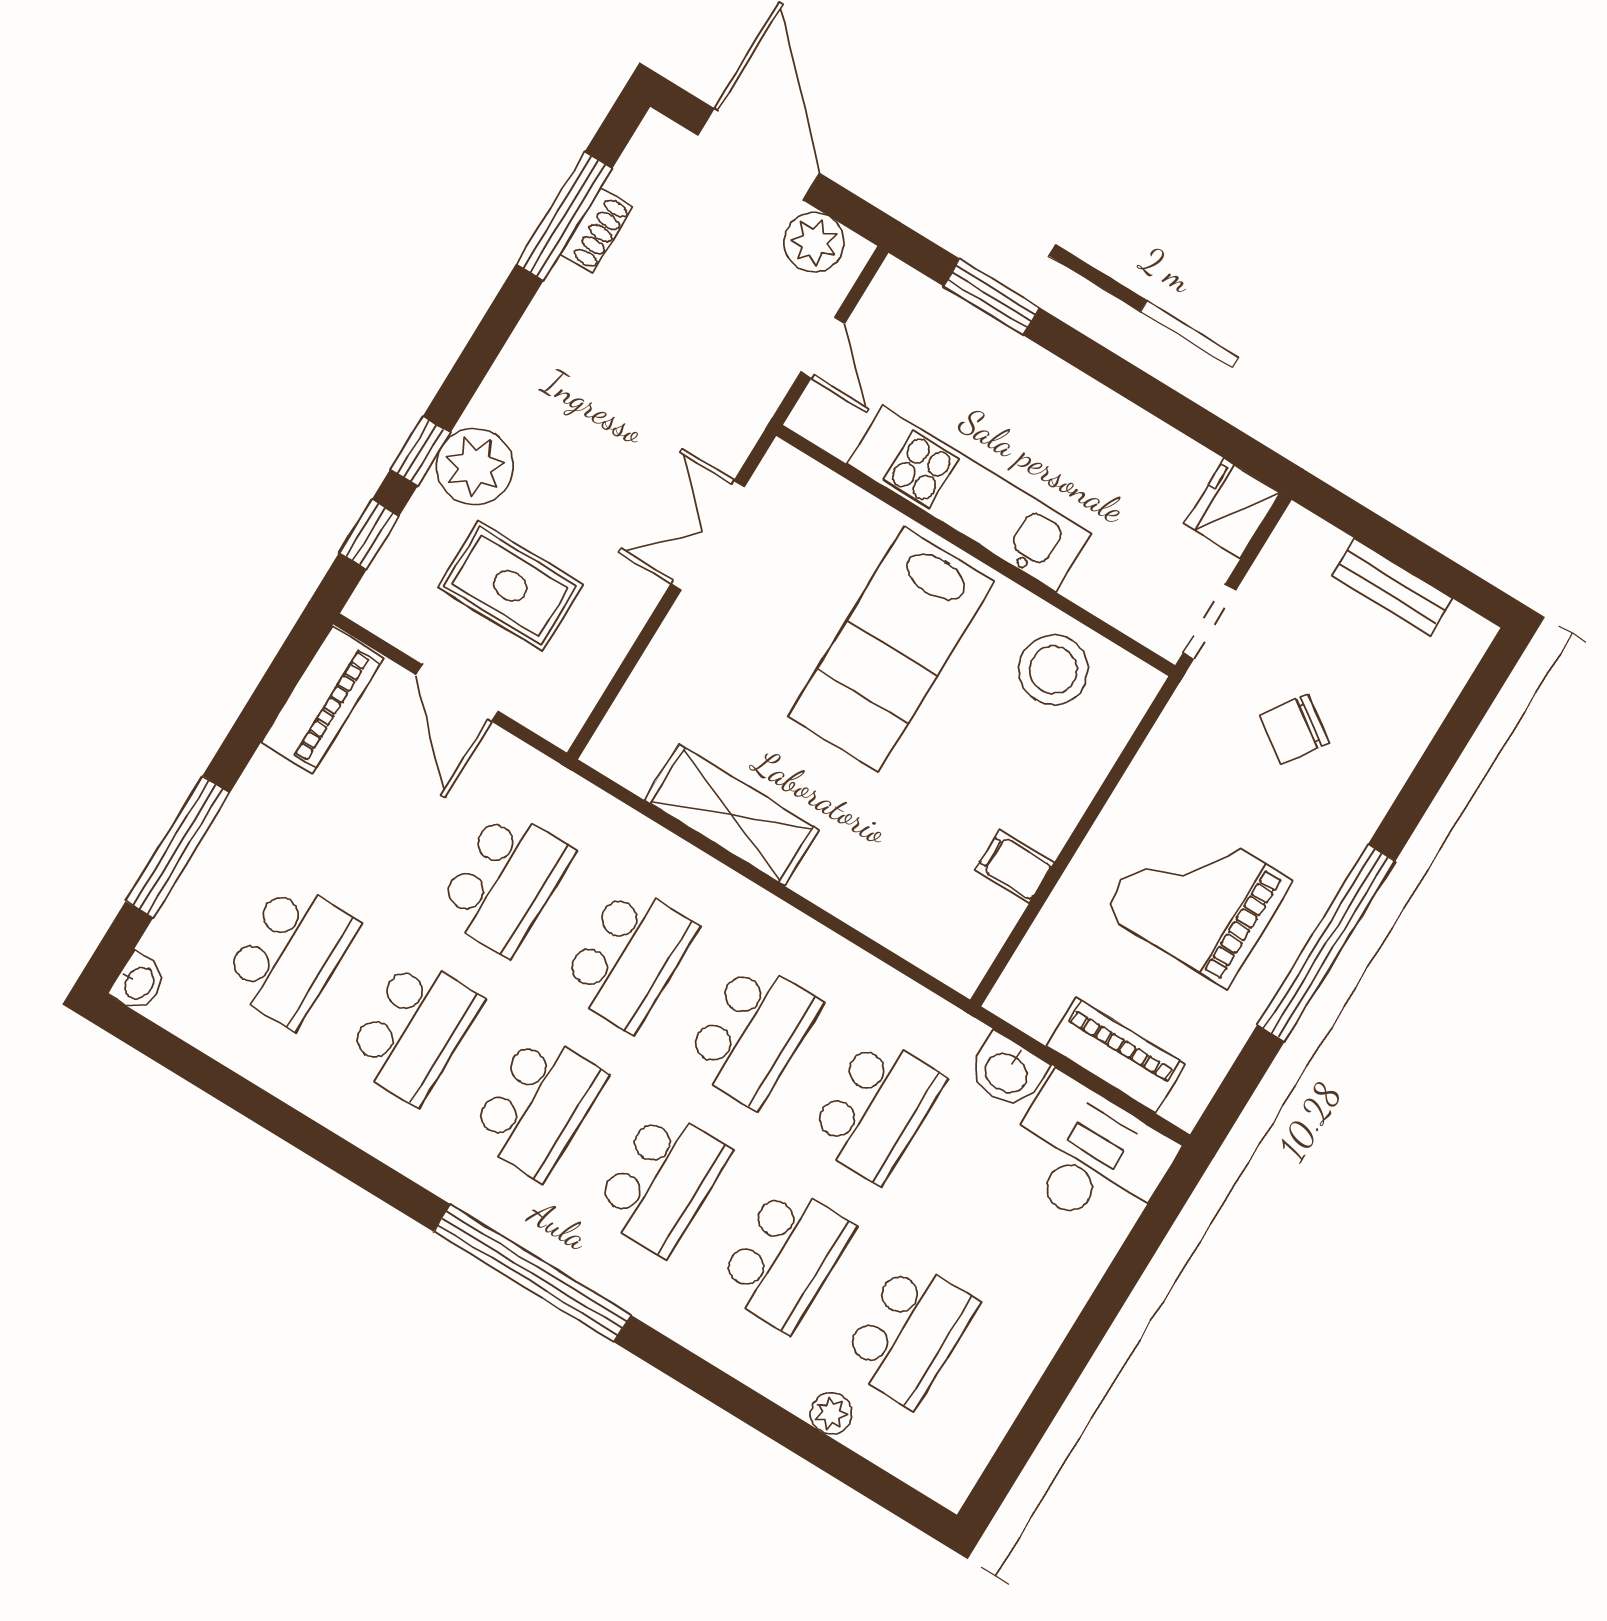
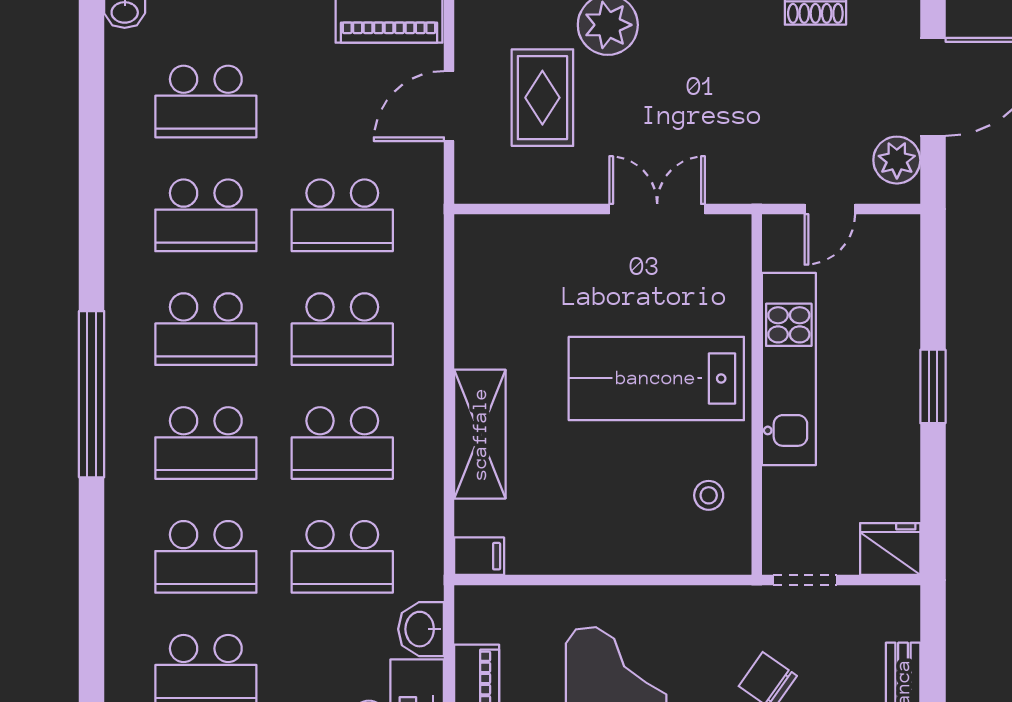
window: (991, 297) -> (933, 386), moved
stool: (1053, 670) -> (709, 495), width x0.53, depth x0.53
shelving: (732, 815) -> (480, 434), moved
filing cabinet: (1014, 867) -> (479, 556), moved, turned 90
plant: (831, 1413) -> (120, 652), removed

